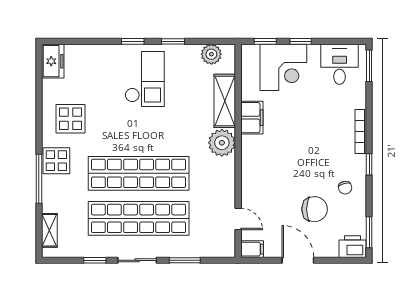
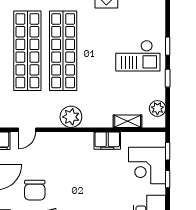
shelving: (225, 101) -> (128, 121), width x0.67, depth x0.75
plant: (222, 143) -> (71, 117), moved

